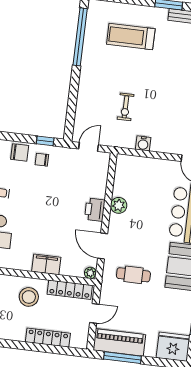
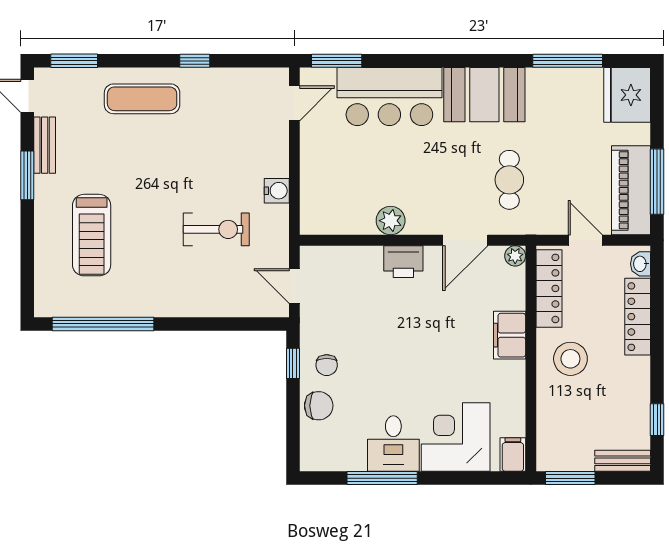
exercise bike: (125, 107) -> (216, 229), width x1.38, depth x1.39
chair: (20, 152) -> (319, 406), turned 90
washbasin: (77, 343) -> (640, 264), added

